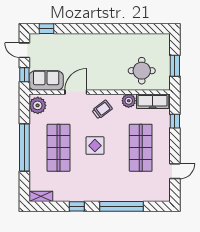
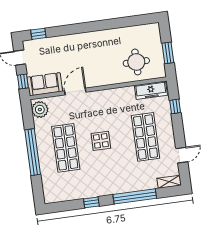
plant: (129, 101) -> (128, 93), removed
trolley: (102, 110) -> (103, 105), removed
shelving: (41, 196) -> (169, 182), moved

